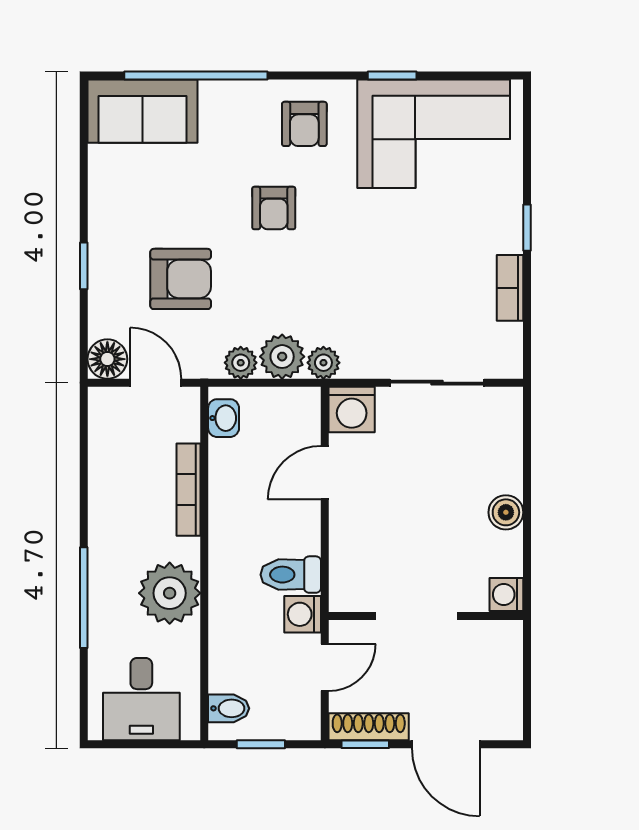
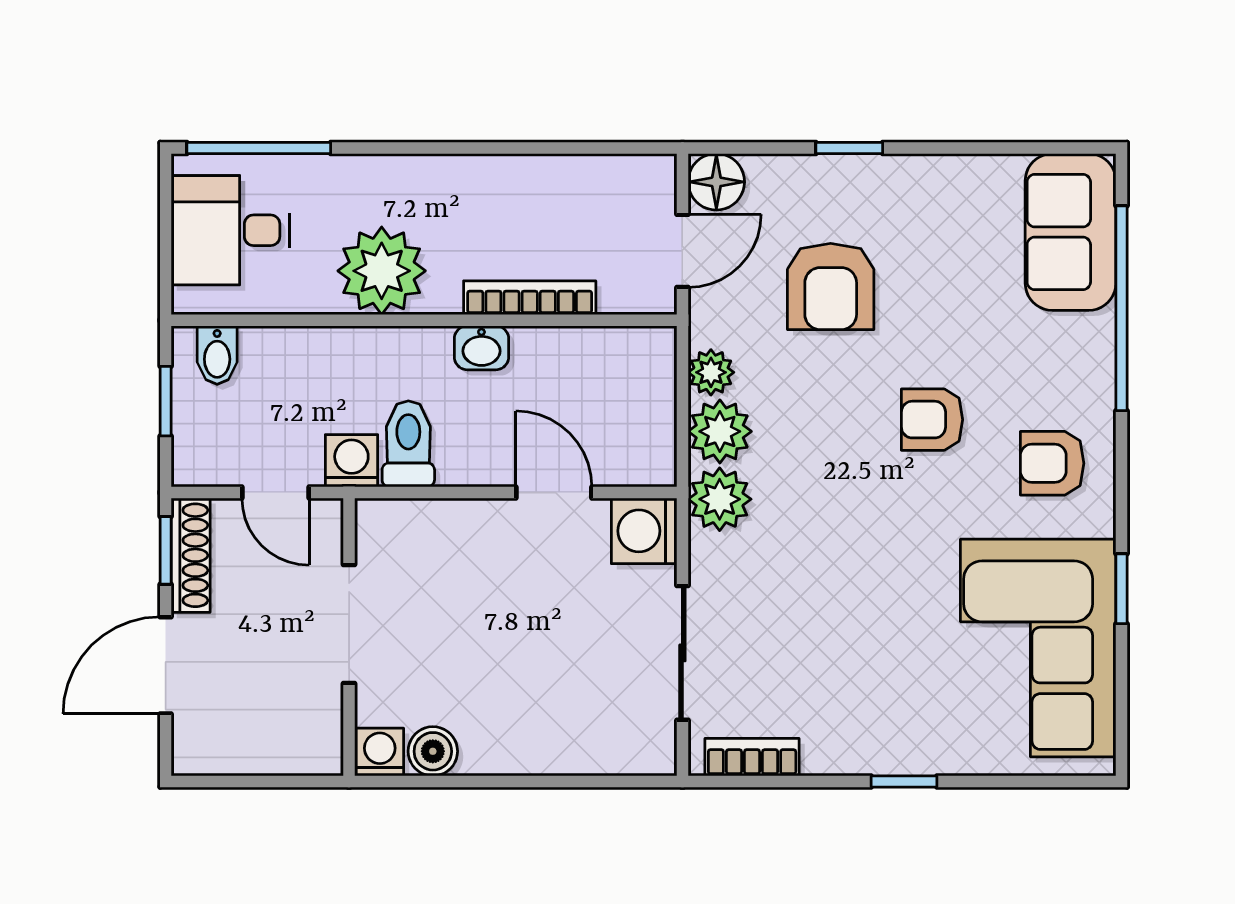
bookcase: (510, 288) -> (752, 757), moved
plant: (323, 363) -> (720, 499), width x1.38, depth x1.38
washbasin: (224, 418) -> (481, 348), moved
boiler: (506, 512) -> (433, 751), moved
window: (84, 598) -> (259, 148), moved

